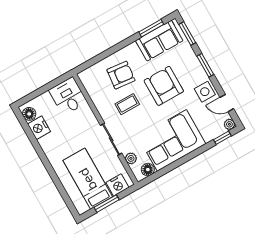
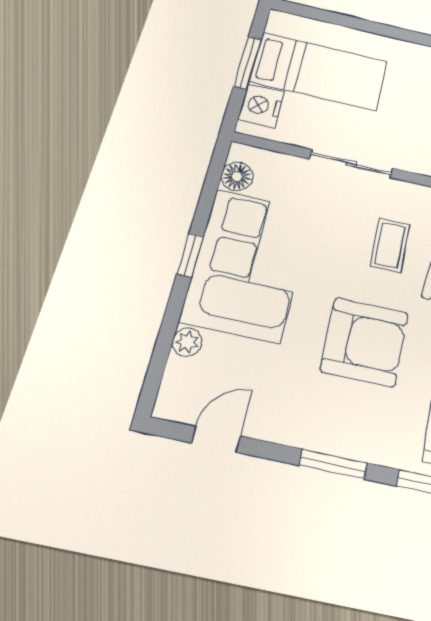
side table: (205, 92) -> (281, 414), removed
plant: (229, 124) -> (187, 342), moved
window: (222, 138) -> (190, 255), moved
plant: (131, 158) -> (285, 166), removed

